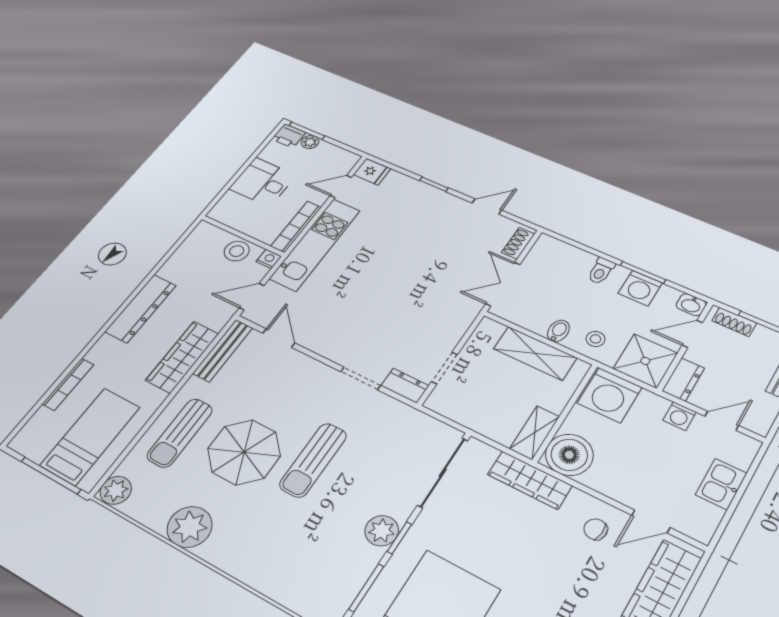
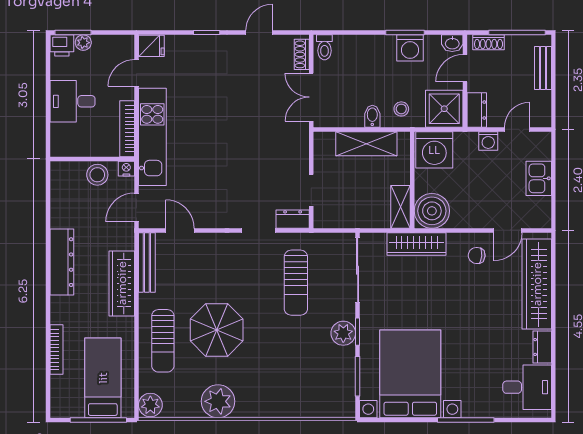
toilet: (601, 271) -> (324, 47), moved
sun lounger: (313, 460) -> (296, 283), moved

